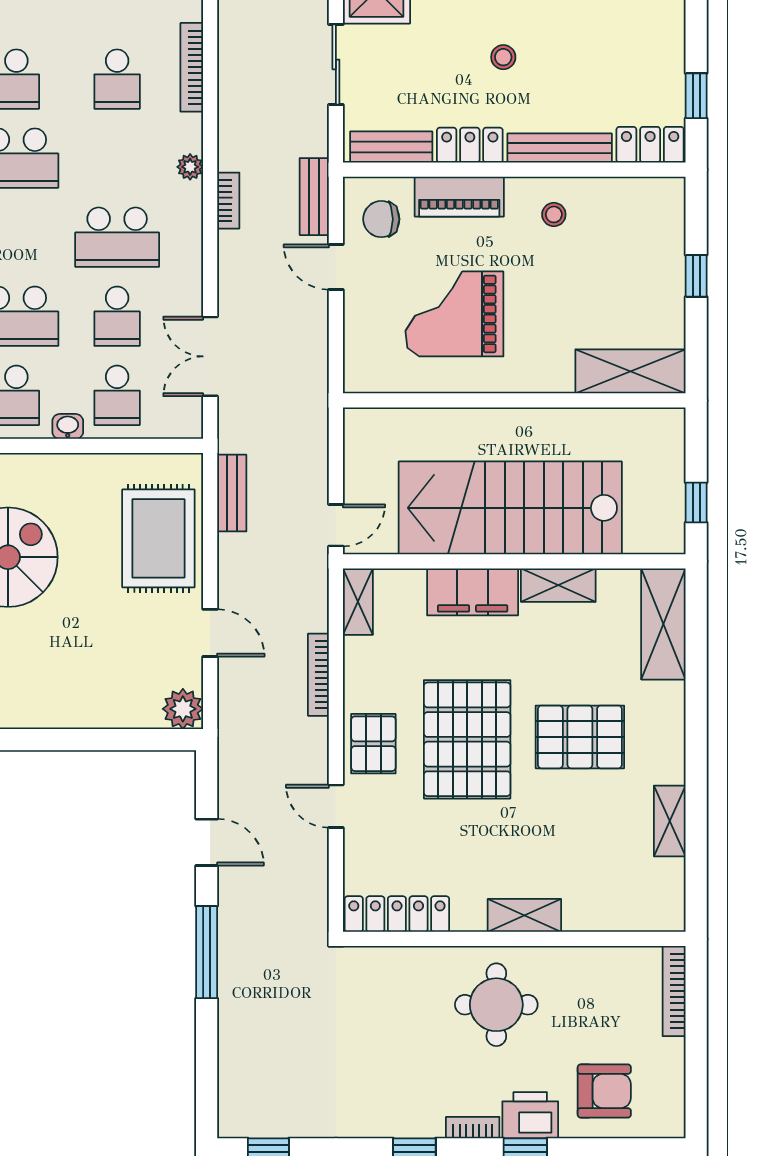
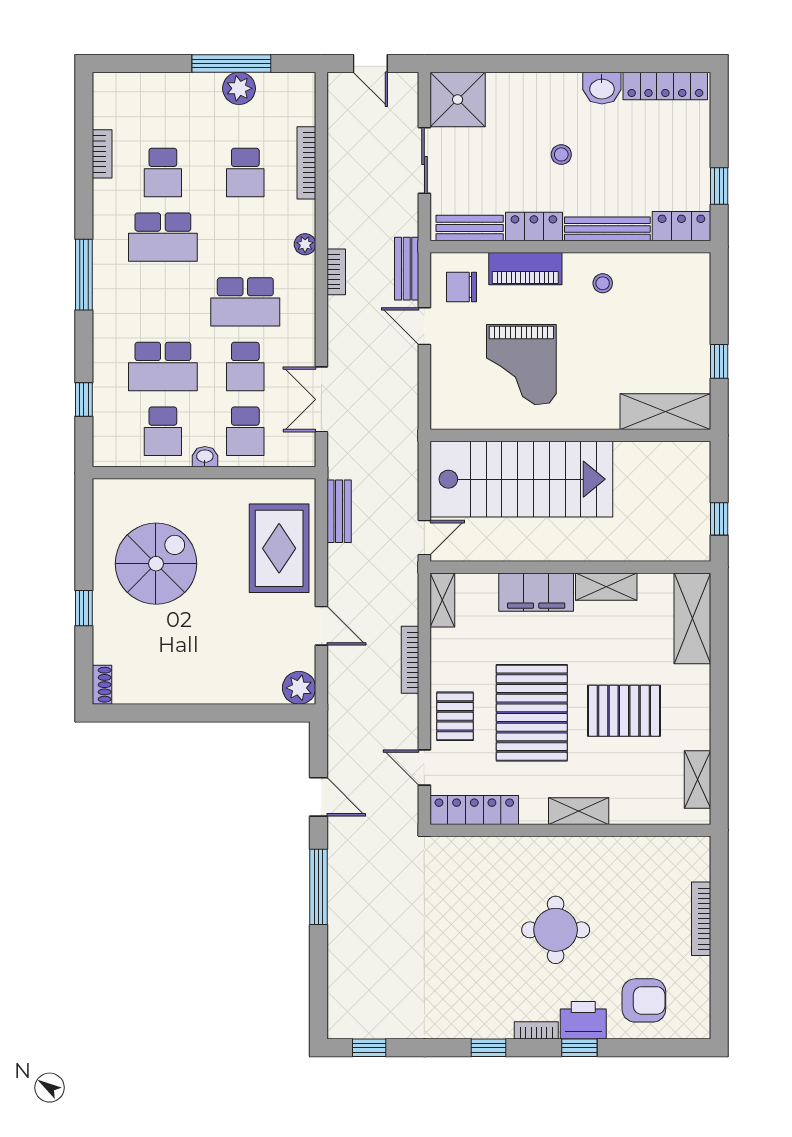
window: (696, 276) -> (719, 361), moved
grand piano: (454, 314) -> (521, 365), turned -90
stairs: (510, 508) -> (521, 479), moved, turned 180
locker: (397, 914) -> (474, 810), moved
shelving: (524, 915) -> (579, 811), moved
wall: (514, 939) -> (570, 830), moved

